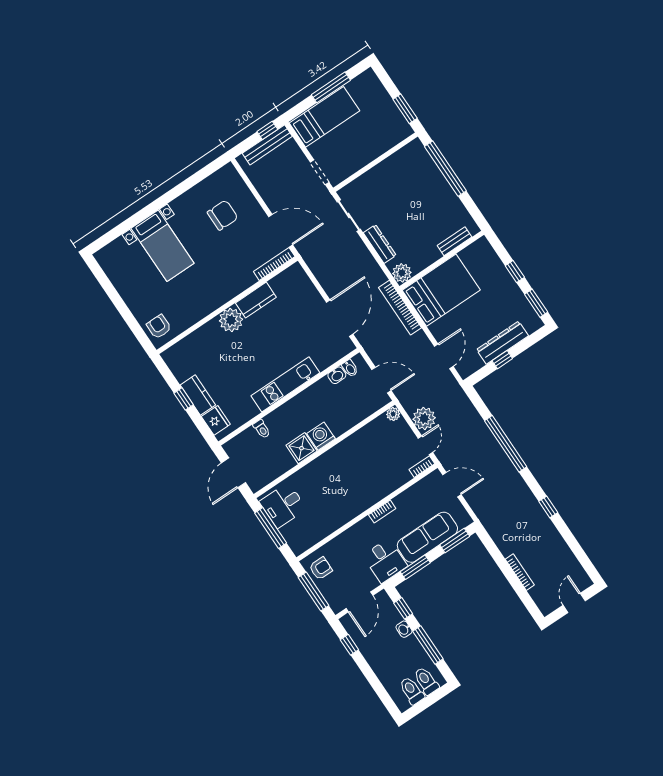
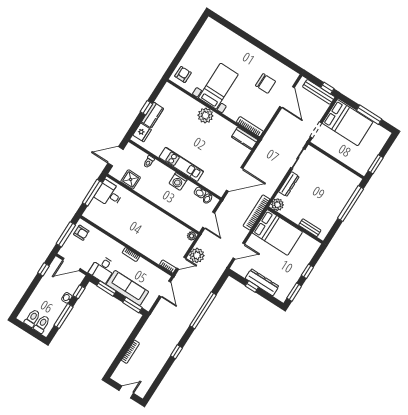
bed: (325, 117) -> (348, 123), width x1.50
door: (281, 231) -> (287, 97), moved
bed with nightstands: (163, 246) -> (218, 86), moved, turned 180
kitchen counter: (256, 300) -> (245, 138), moved
washing machine: (321, 436) -> (178, 181), moved, turned 180
shower: (301, 448) -> (131, 179), moved

